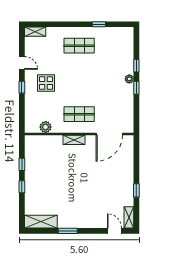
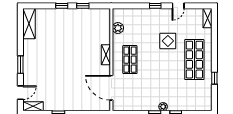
shop shelf: (79, 46) -> (194, 60), width x1.43, depth x1.36
display table: (46, 83) -> (168, 41), moved
window: (68, 231) -> (20, 65), moved

